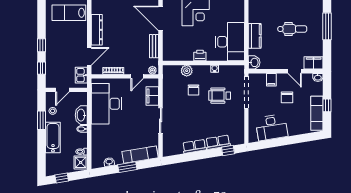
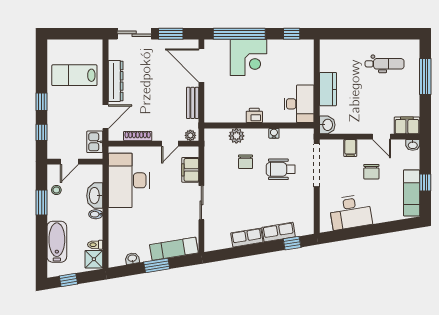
lab bench: (69, 13) -> (74, 75), moved
dental chair: (292, 29) -> (385, 64), moved
desk: (230, 42) -> (299, 104), width x0.73, depth x0.77
bathtub: (53, 138) -> (57, 242), moved

